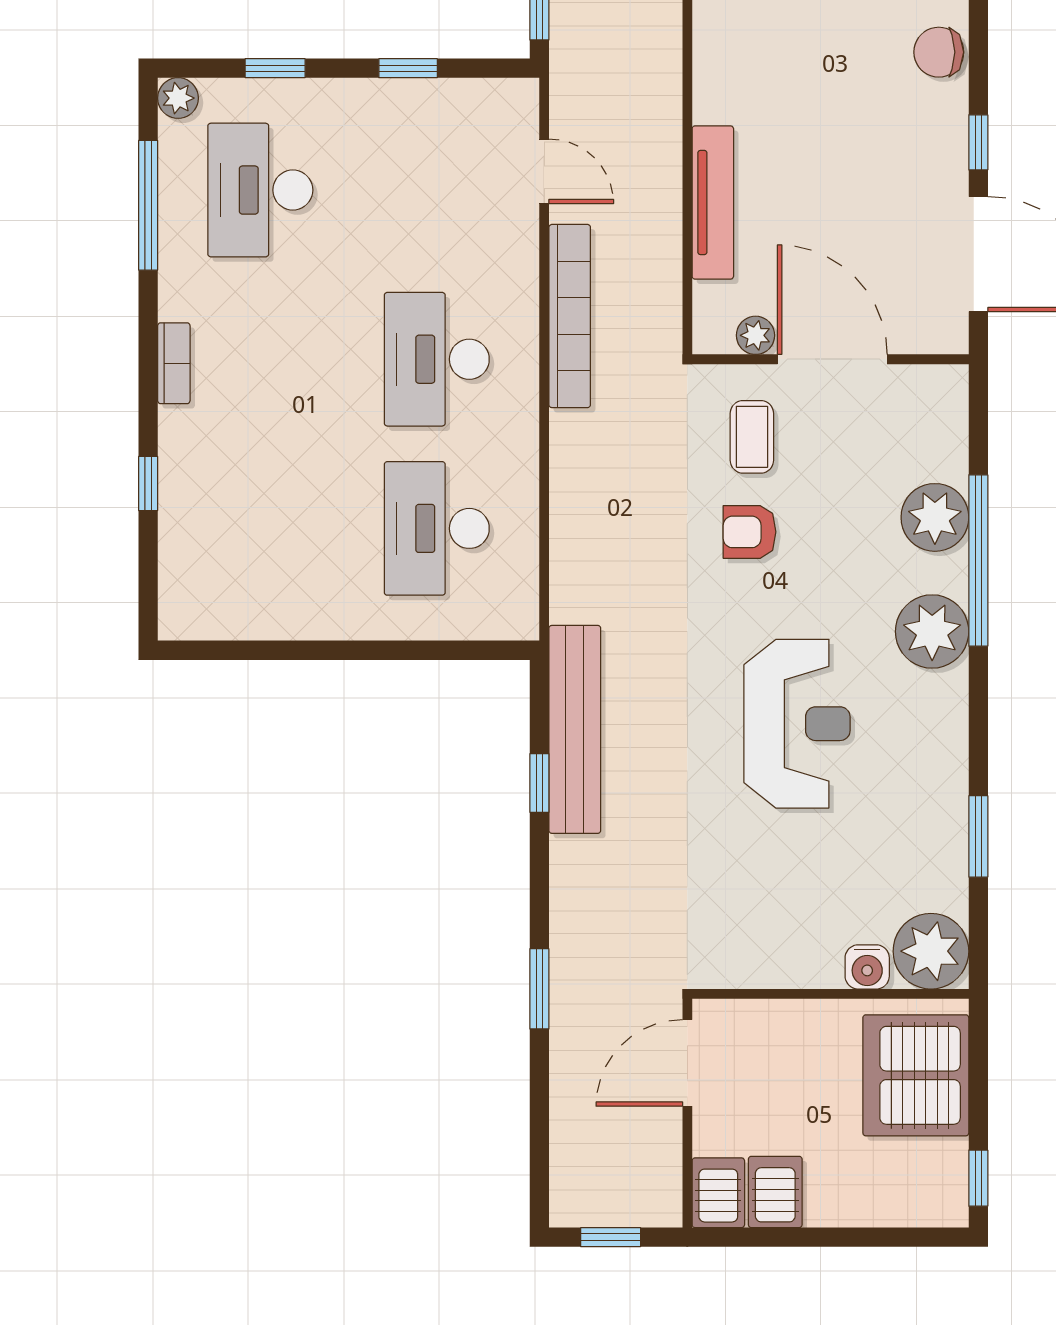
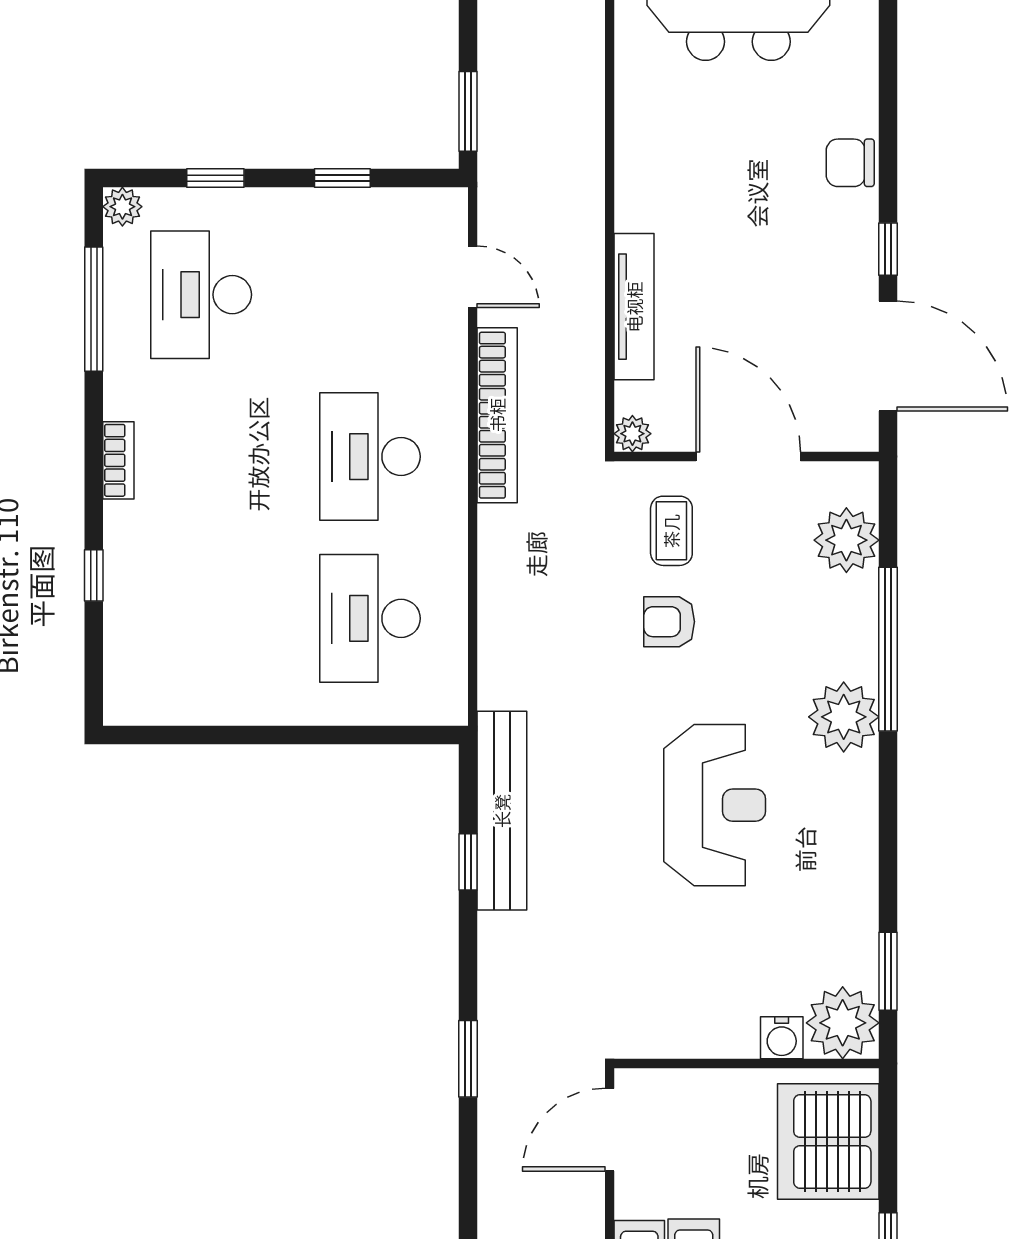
plant: (756, 335) -> (632, 434), moved
plant: (935, 517) -> (846, 540), moved
window: (978, 836) -> (888, 971), moved

